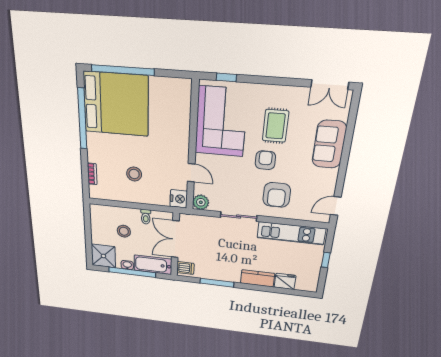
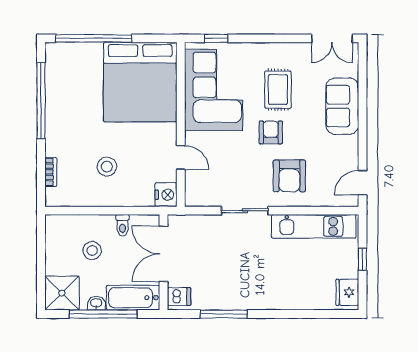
bed: (116, 104) -> (140, 82), moved, turned 90
plant: (201, 202) -> (195, 196), removed
kitchen counter: (258, 278) -> (278, 299), removed
fridge: (285, 281) -> (347, 292), moved, turned -90

